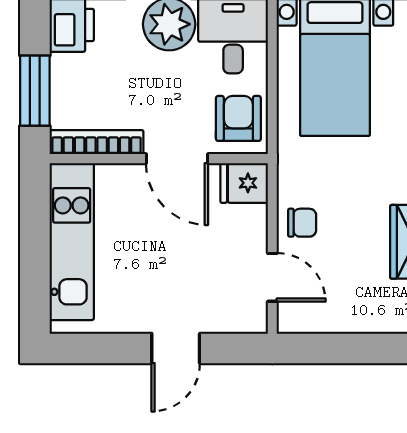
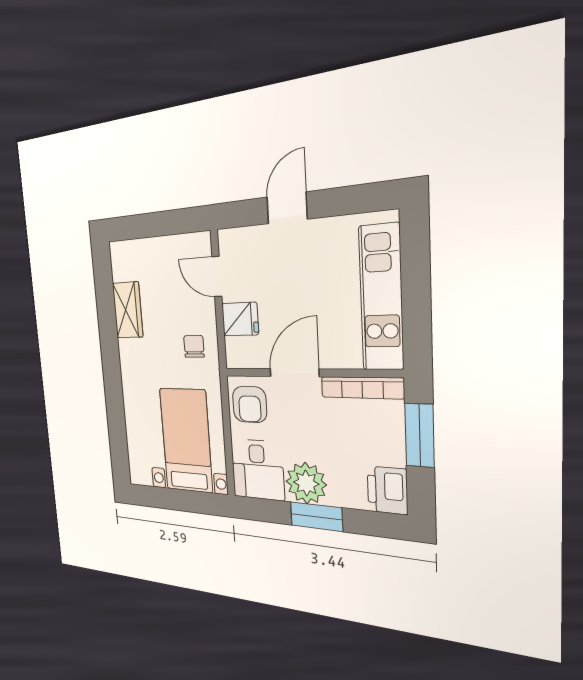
door: (177, 159) -> (294, 373), hinge flipped
fridge: (244, 183) -> (240, 319), moved
chair: (302, 223) -> (194, 346), moved, turned 90

